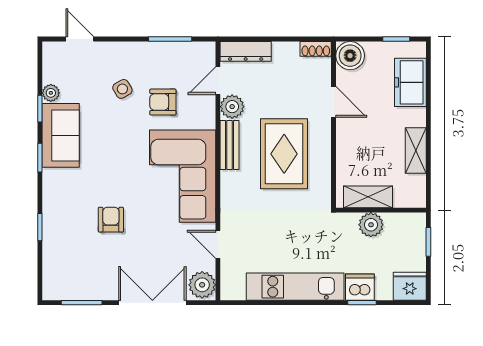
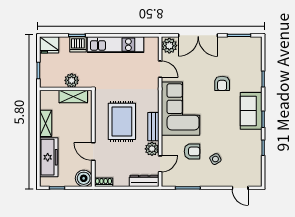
freezer: (410, 82) -> (49, 157), width x1.40
plant: (51, 93) -> (257, 157), removed
sofa: (61, 135) -> (251, 111), moved

